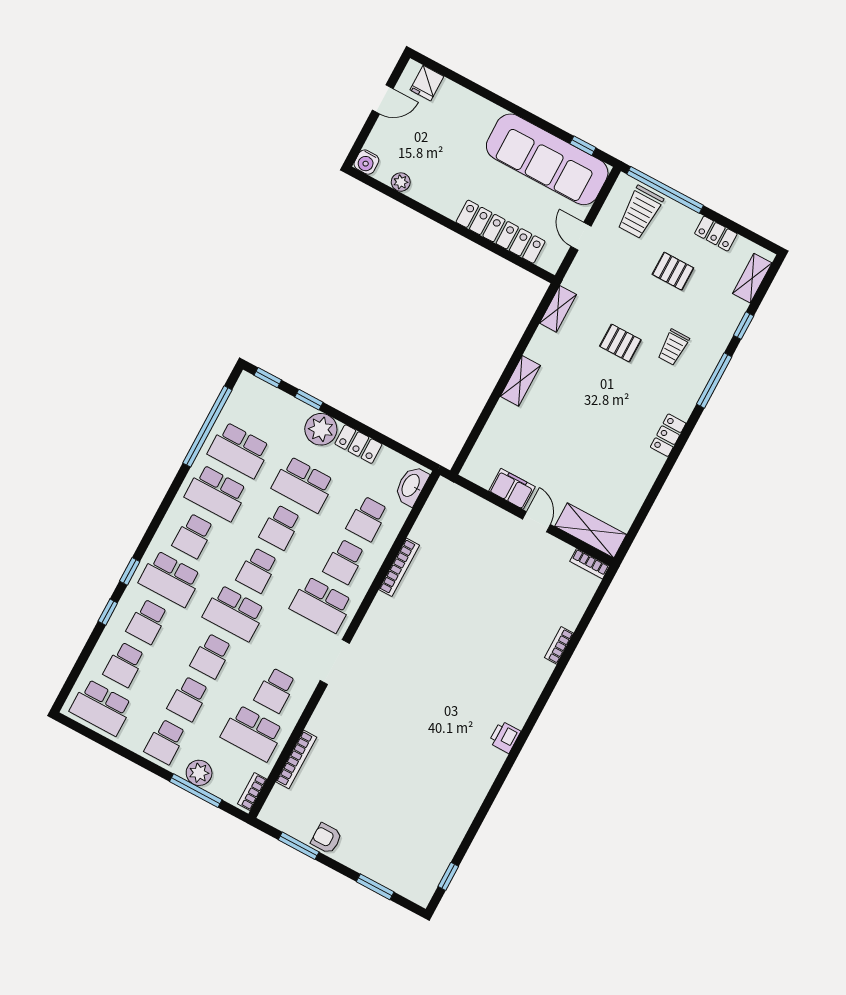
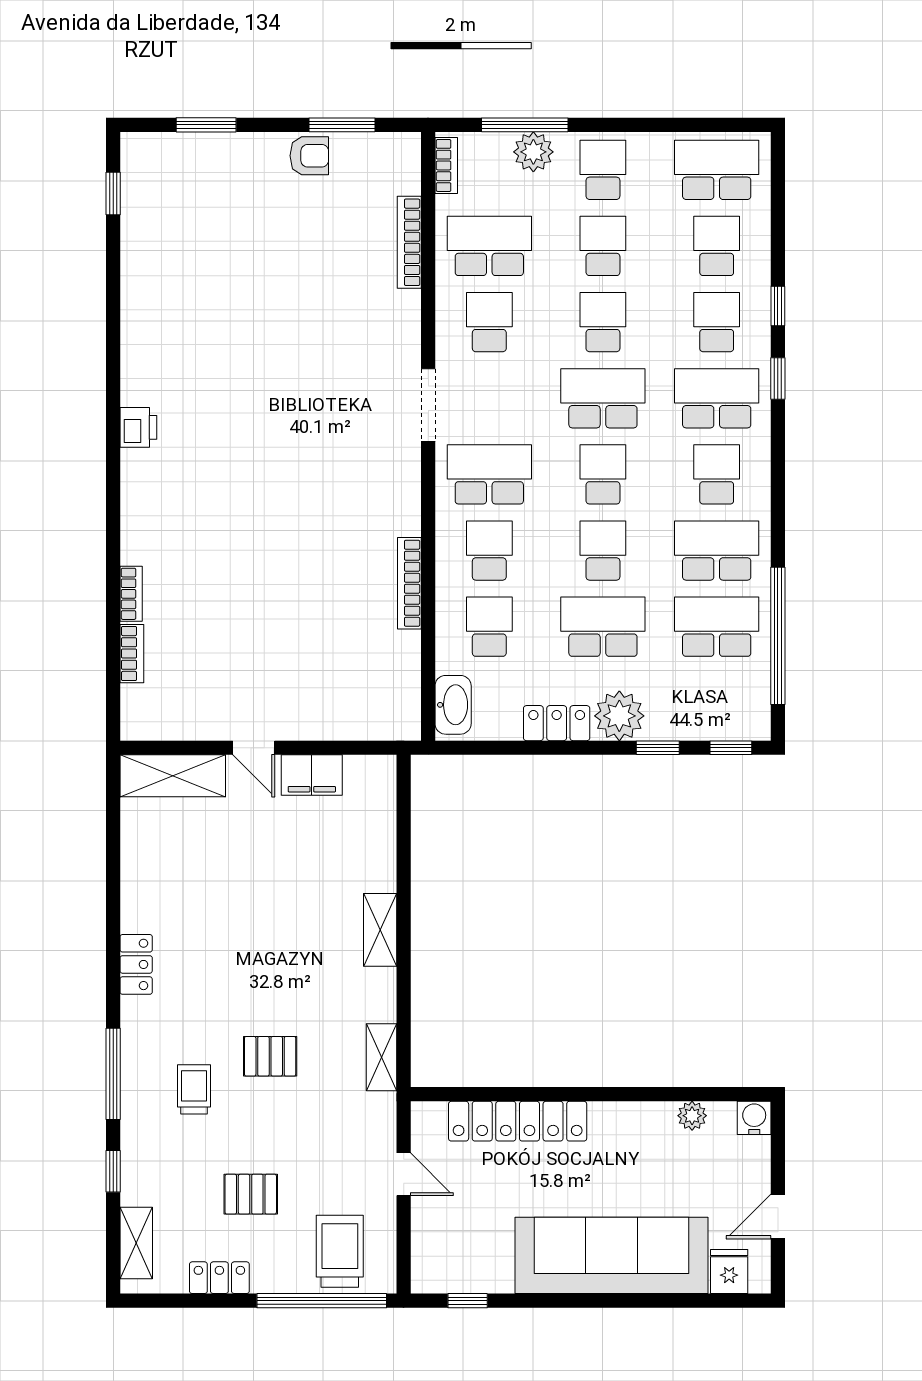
sofa: (547, 159) -> (611, 1255), moved
bookcase: (590, 564) -> (132, 654), moved, turned 90

